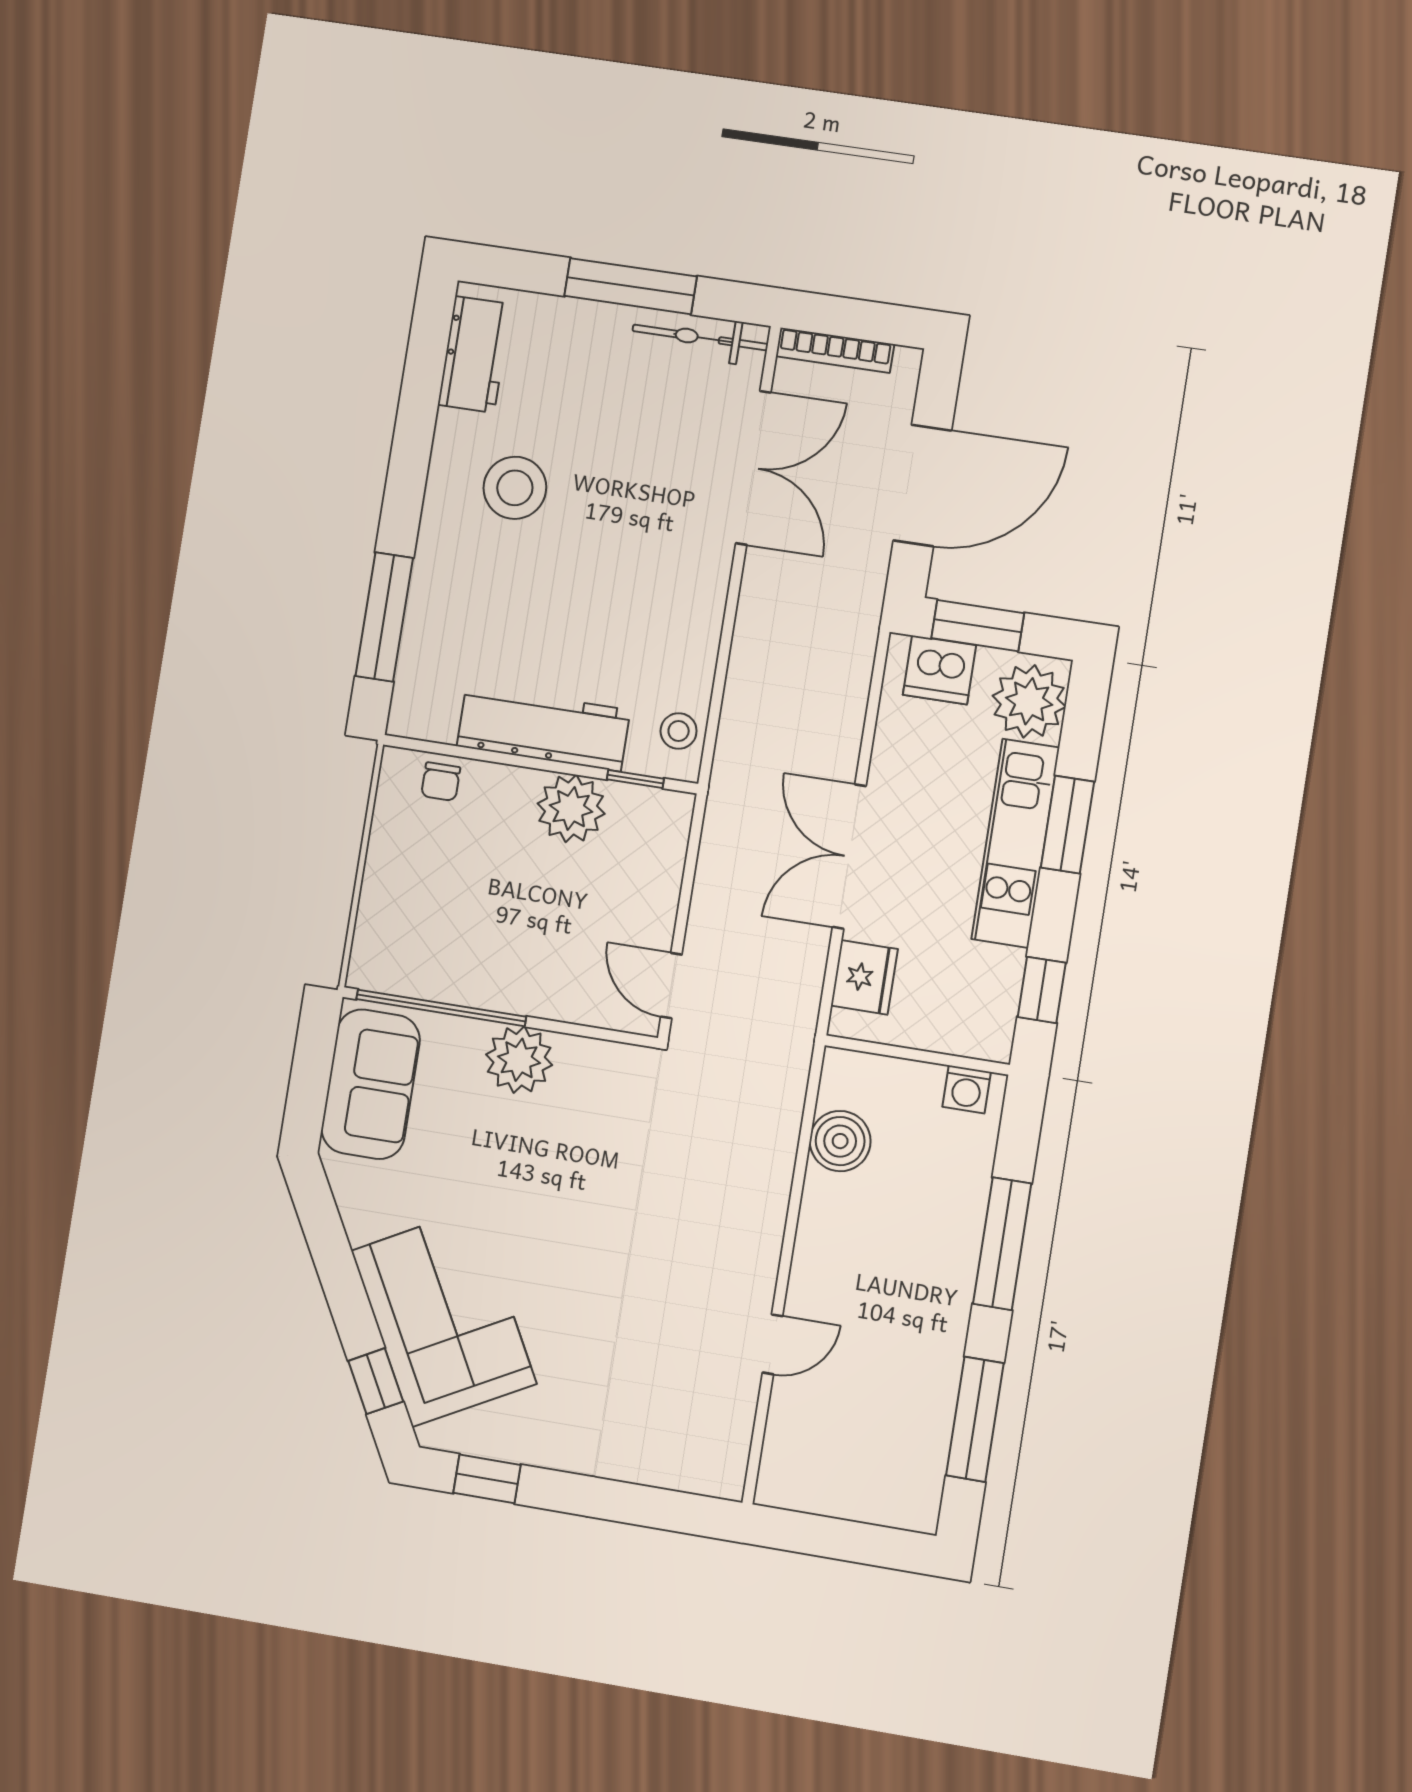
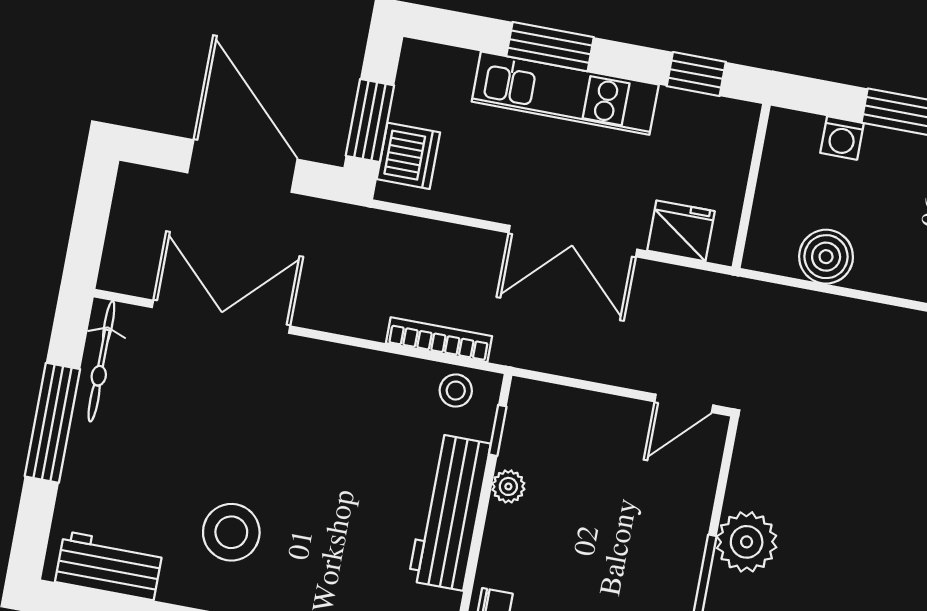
bookcase: (835, 350) -> (439, 340), moved, turned -90
plant: (1029, 701) -> (439, 77), removed
plant: (571, 809) -> (508, 486), width x0.53, depth x0.53
washing machine: (967, 1089) -> (842, 138), moved, turned 90

